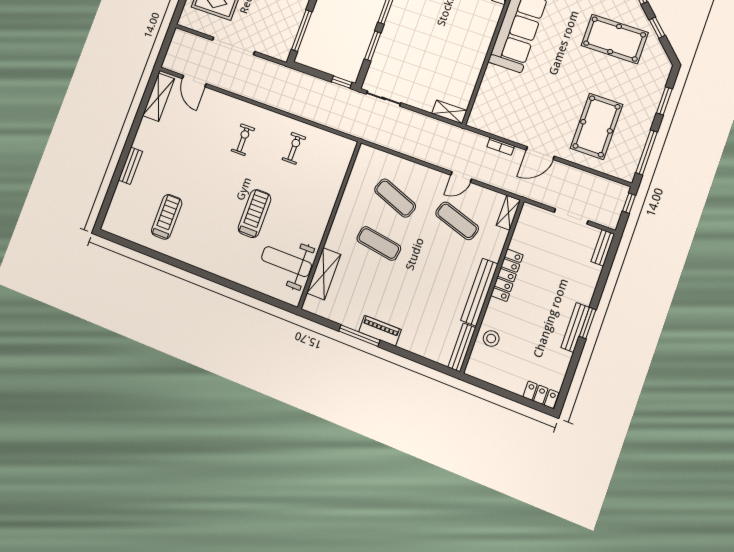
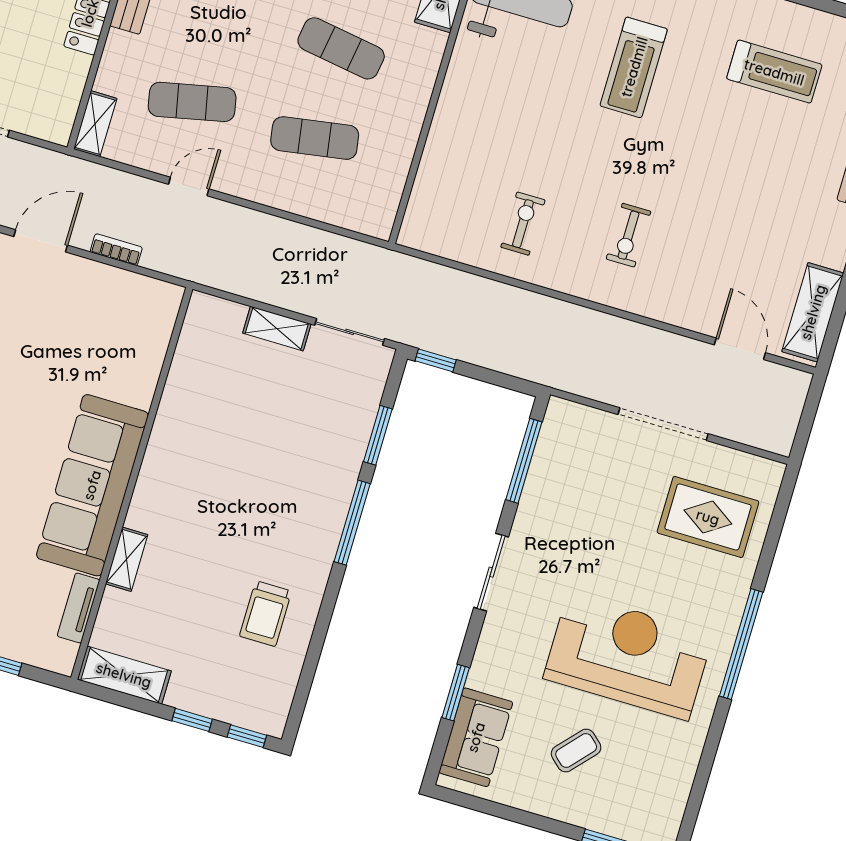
shelving: (449, 112) -> (277, 328), moved
exercise bike: (294, 148) -> (523, 224), turned 180
exercise mat: (395, 198) -> (315, 138), turned -30
treadmill: (254, 214) -> (634, 67), moved
treadmill: (167, 217) -> (774, 72), turned -90
exercise mat: (457, 221) -> (192, 102), turned -30

